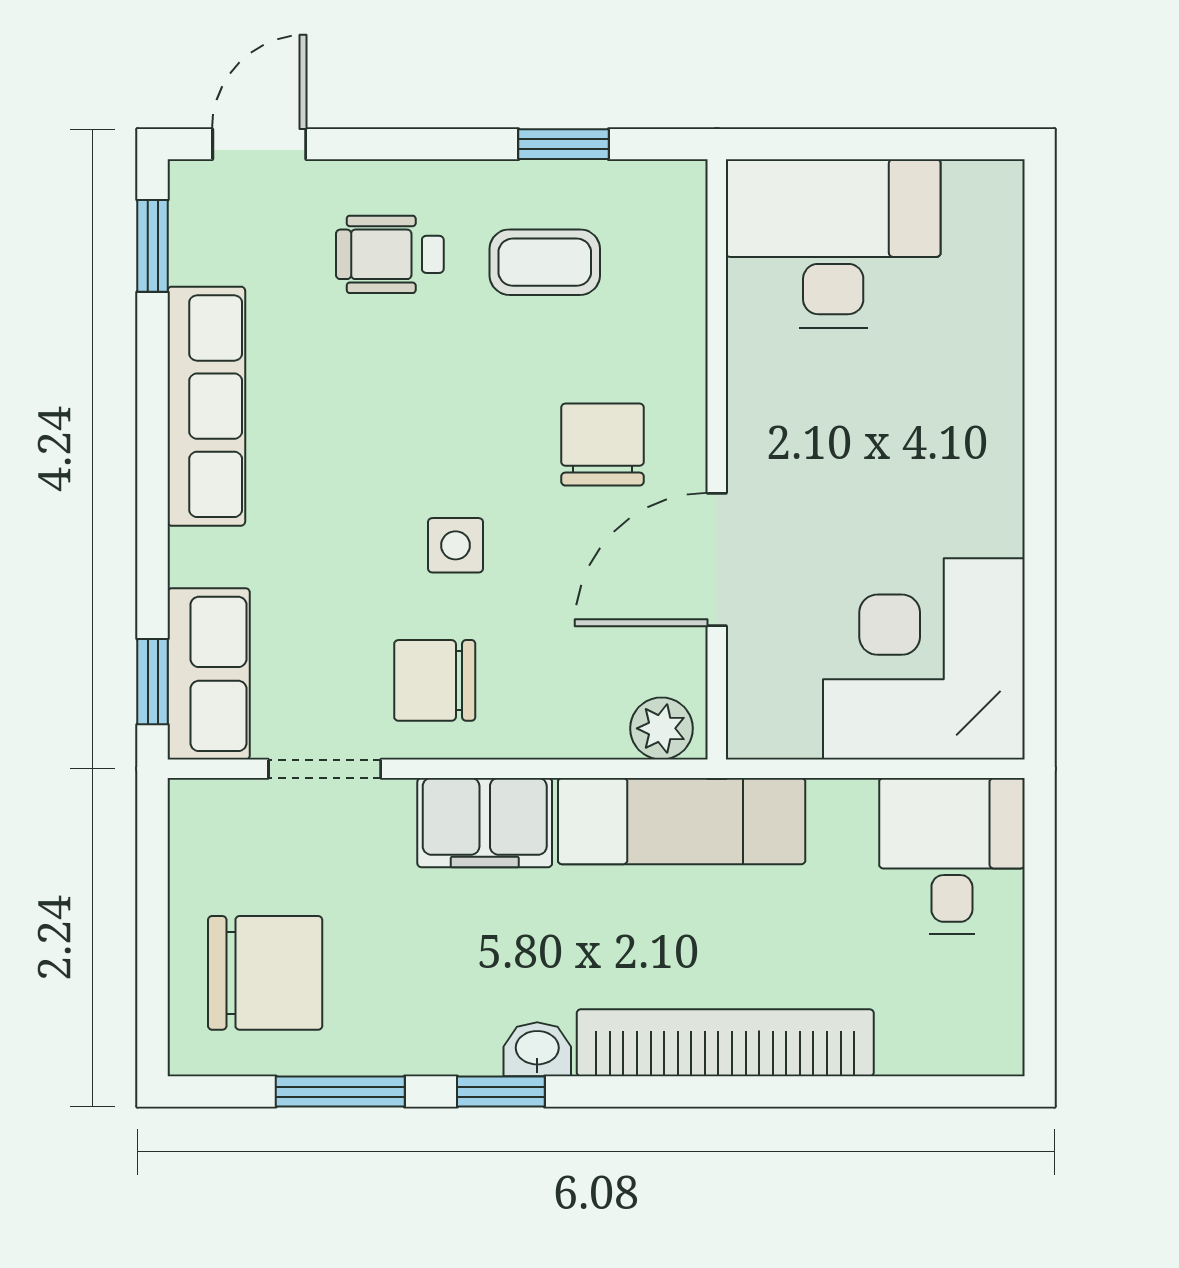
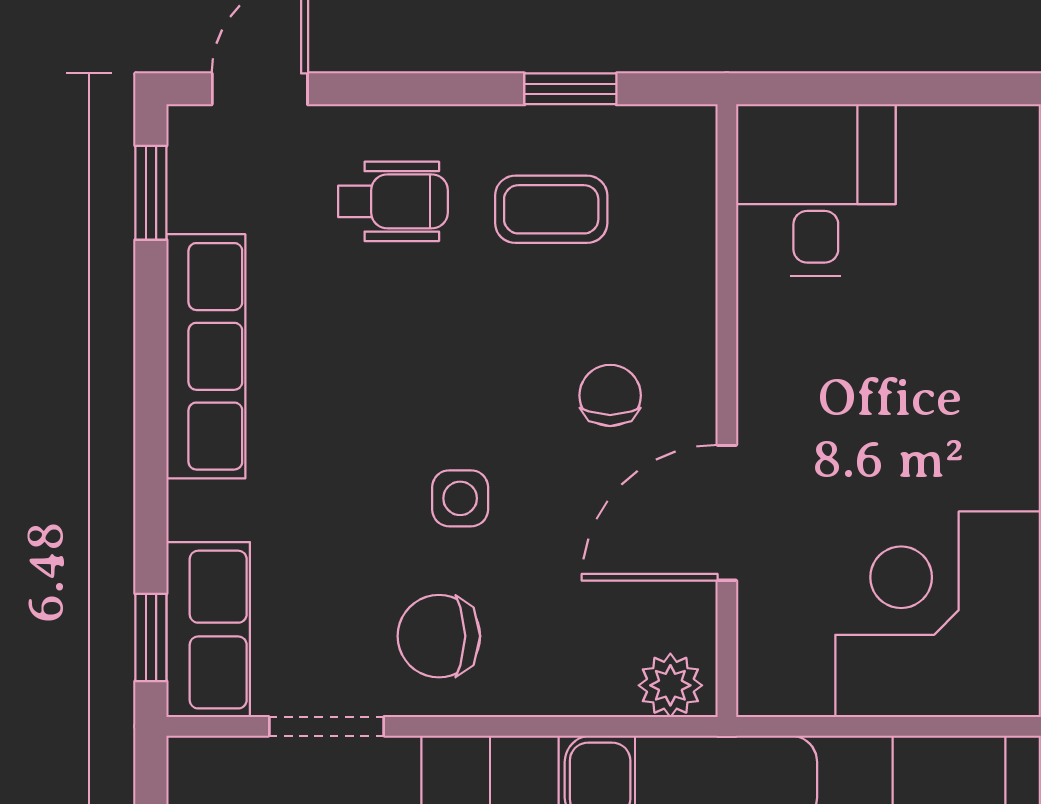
desk: (833, 244) -> (816, 190), width x0.73
wheelchair: (390, 254) -> (393, 201), turned 180
chair: (602, 445) -> (610, 395), width x0.73, depth x0.73

